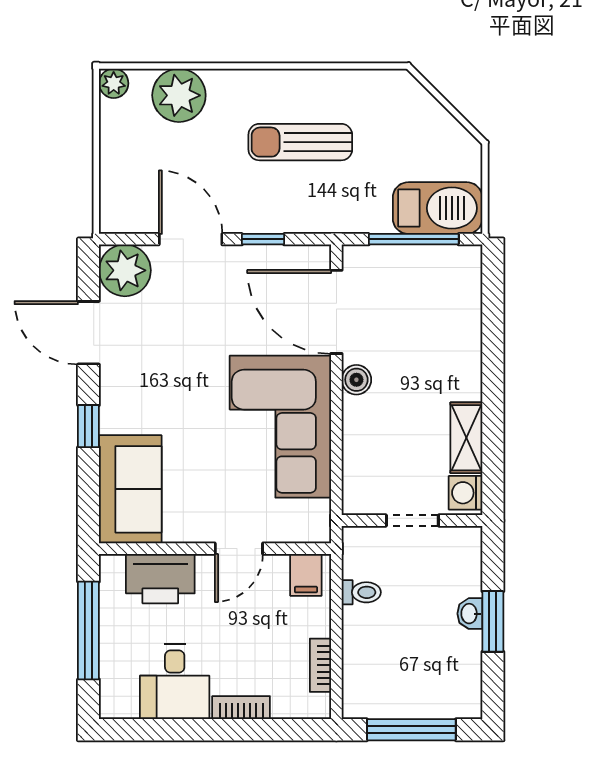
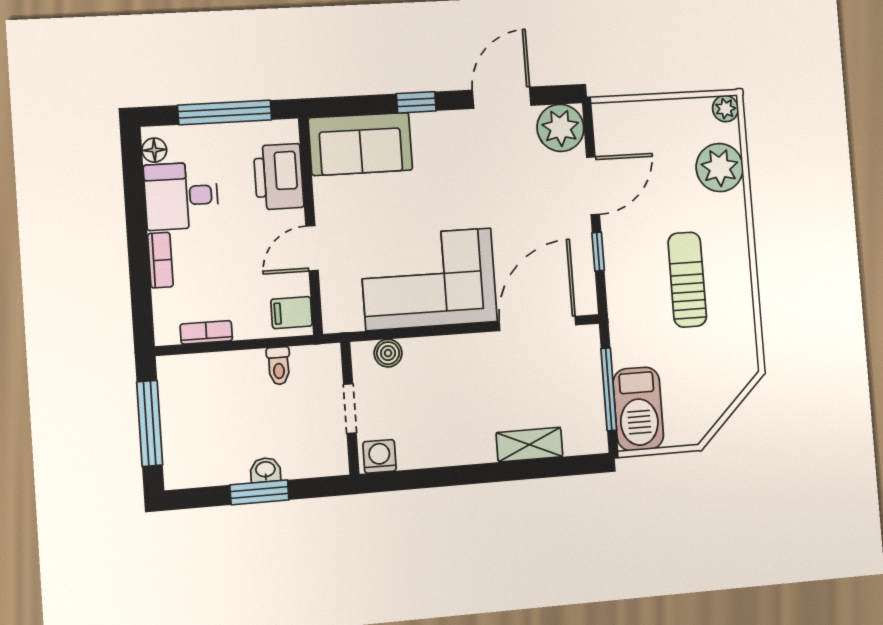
boiler: (356, 380) -> (388, 353), moved
shelving: (466, 438) -> (529, 445), moved
door: (239, 549) -> (312, 248), hinge flipped
floor lamp: (124, 706) -> (154, 150), added

